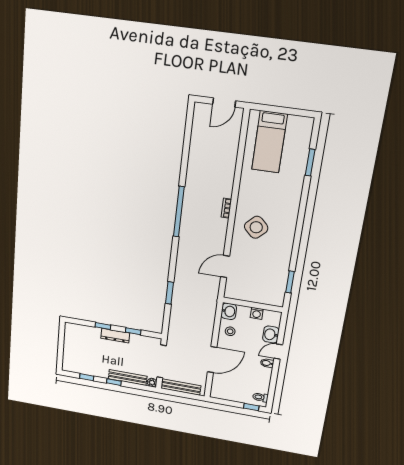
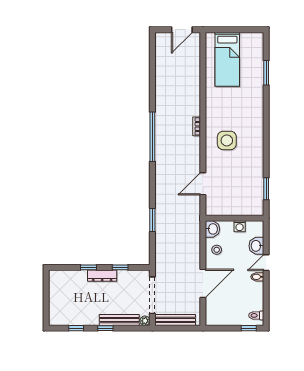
side table: (256, 227) -> (227, 140), turned 45

